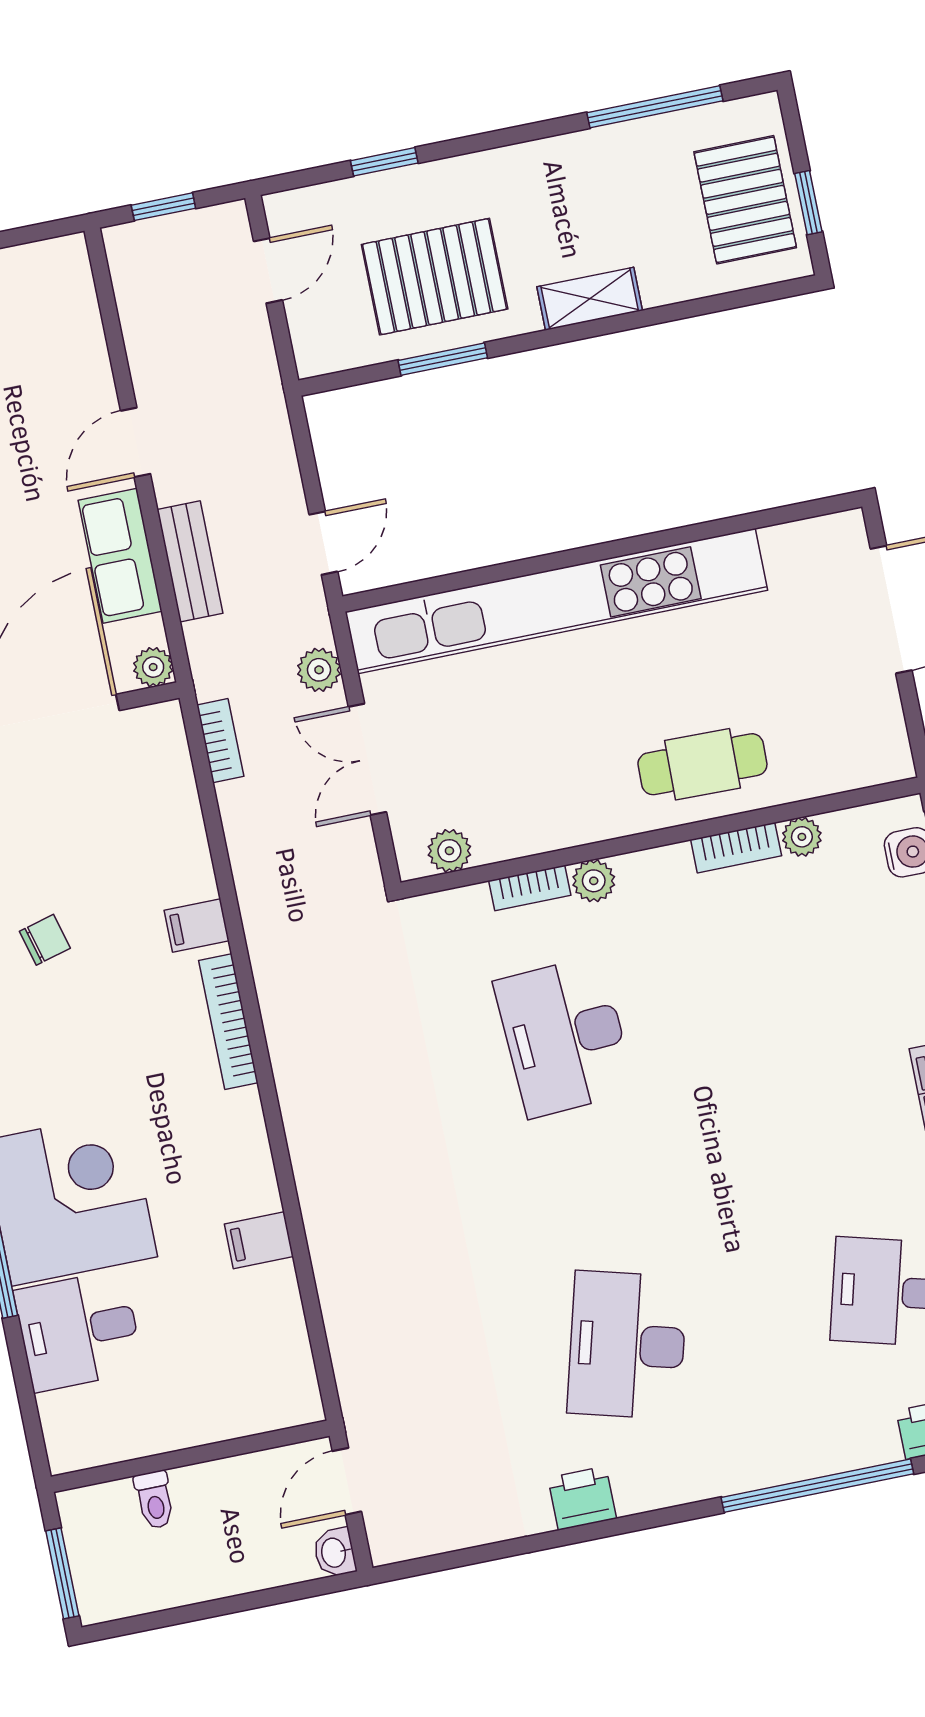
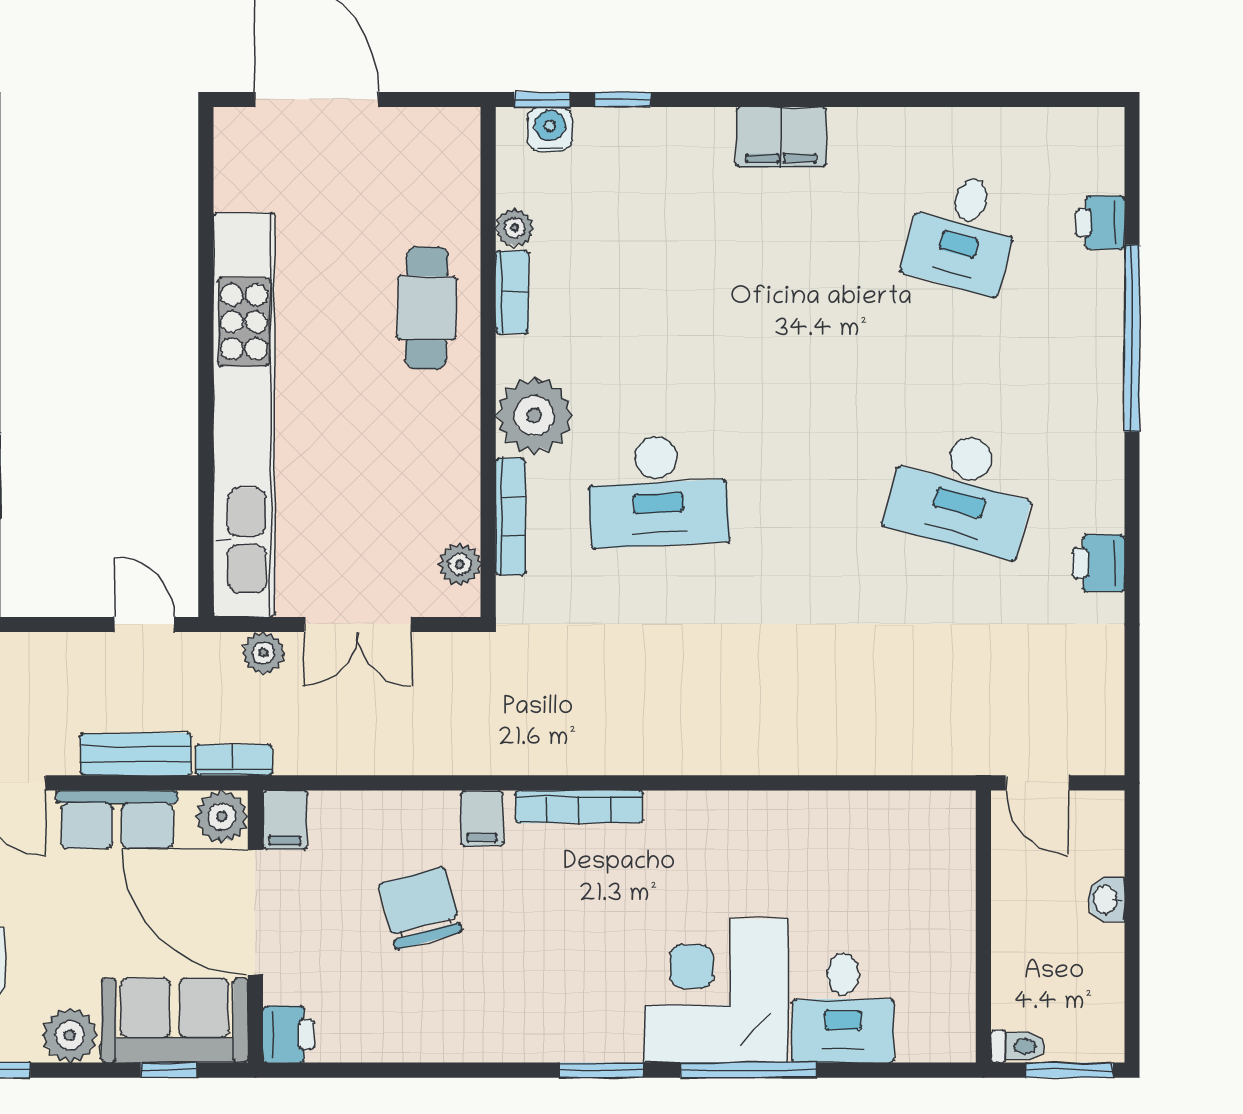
plant: (153, 667) -> (222, 817), width x1.38, depth x1.38
bookcase: (220, 741) -> (234, 760), moved
plant: (594, 881) -> (534, 415), width x1.88, depth x1.88
bookcase: (530, 888) -> (511, 516), width x1.56
chair: (45, 940) -> (420, 908), moved, width x1.87, depth x1.87
filing cabinet: (259, 1240) -> (285, 820), moved
toilet: (154, 1500) -> (1018, 1046), moved
washbasin: (335, 1552) -> (1107, 899), moved, turned 90

